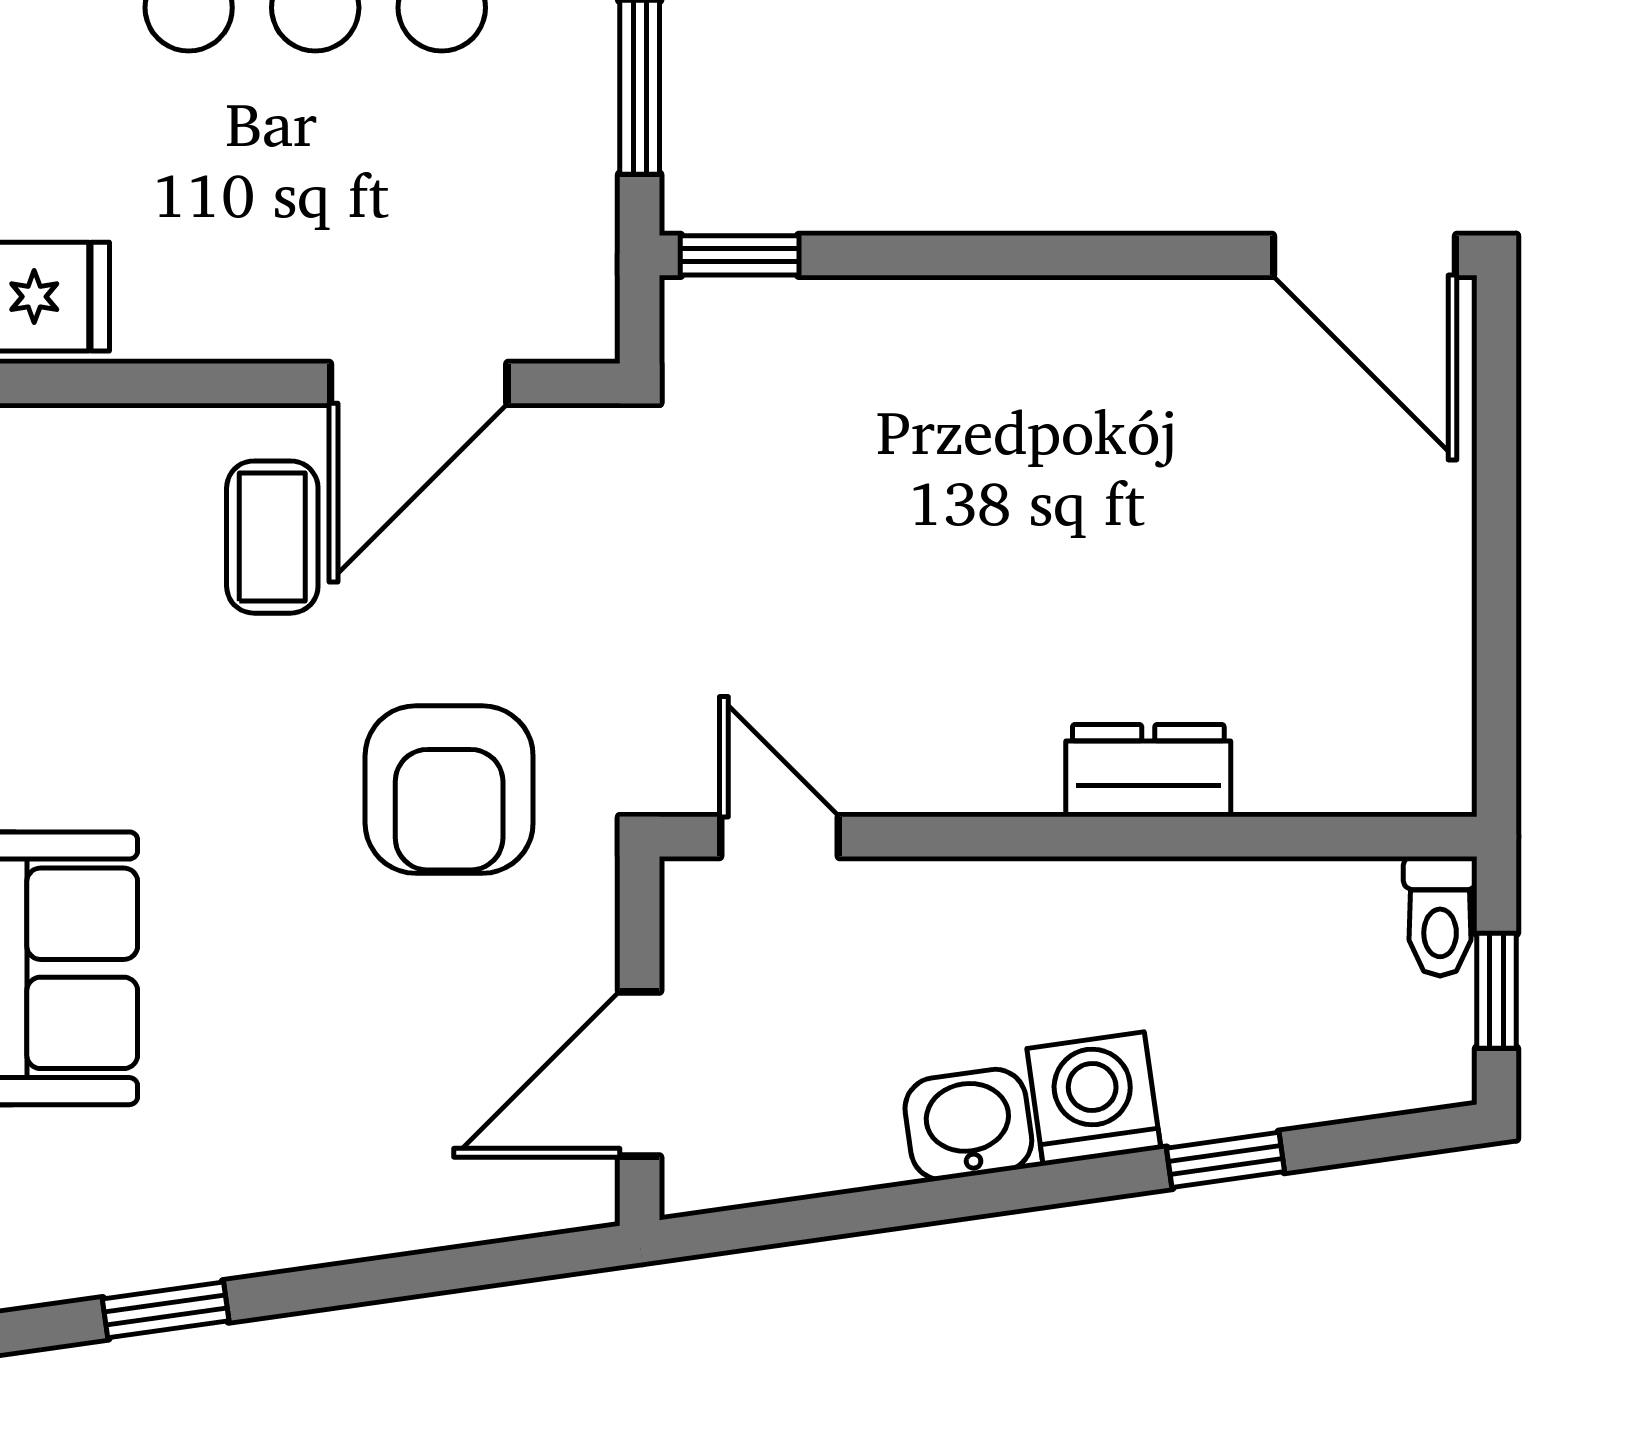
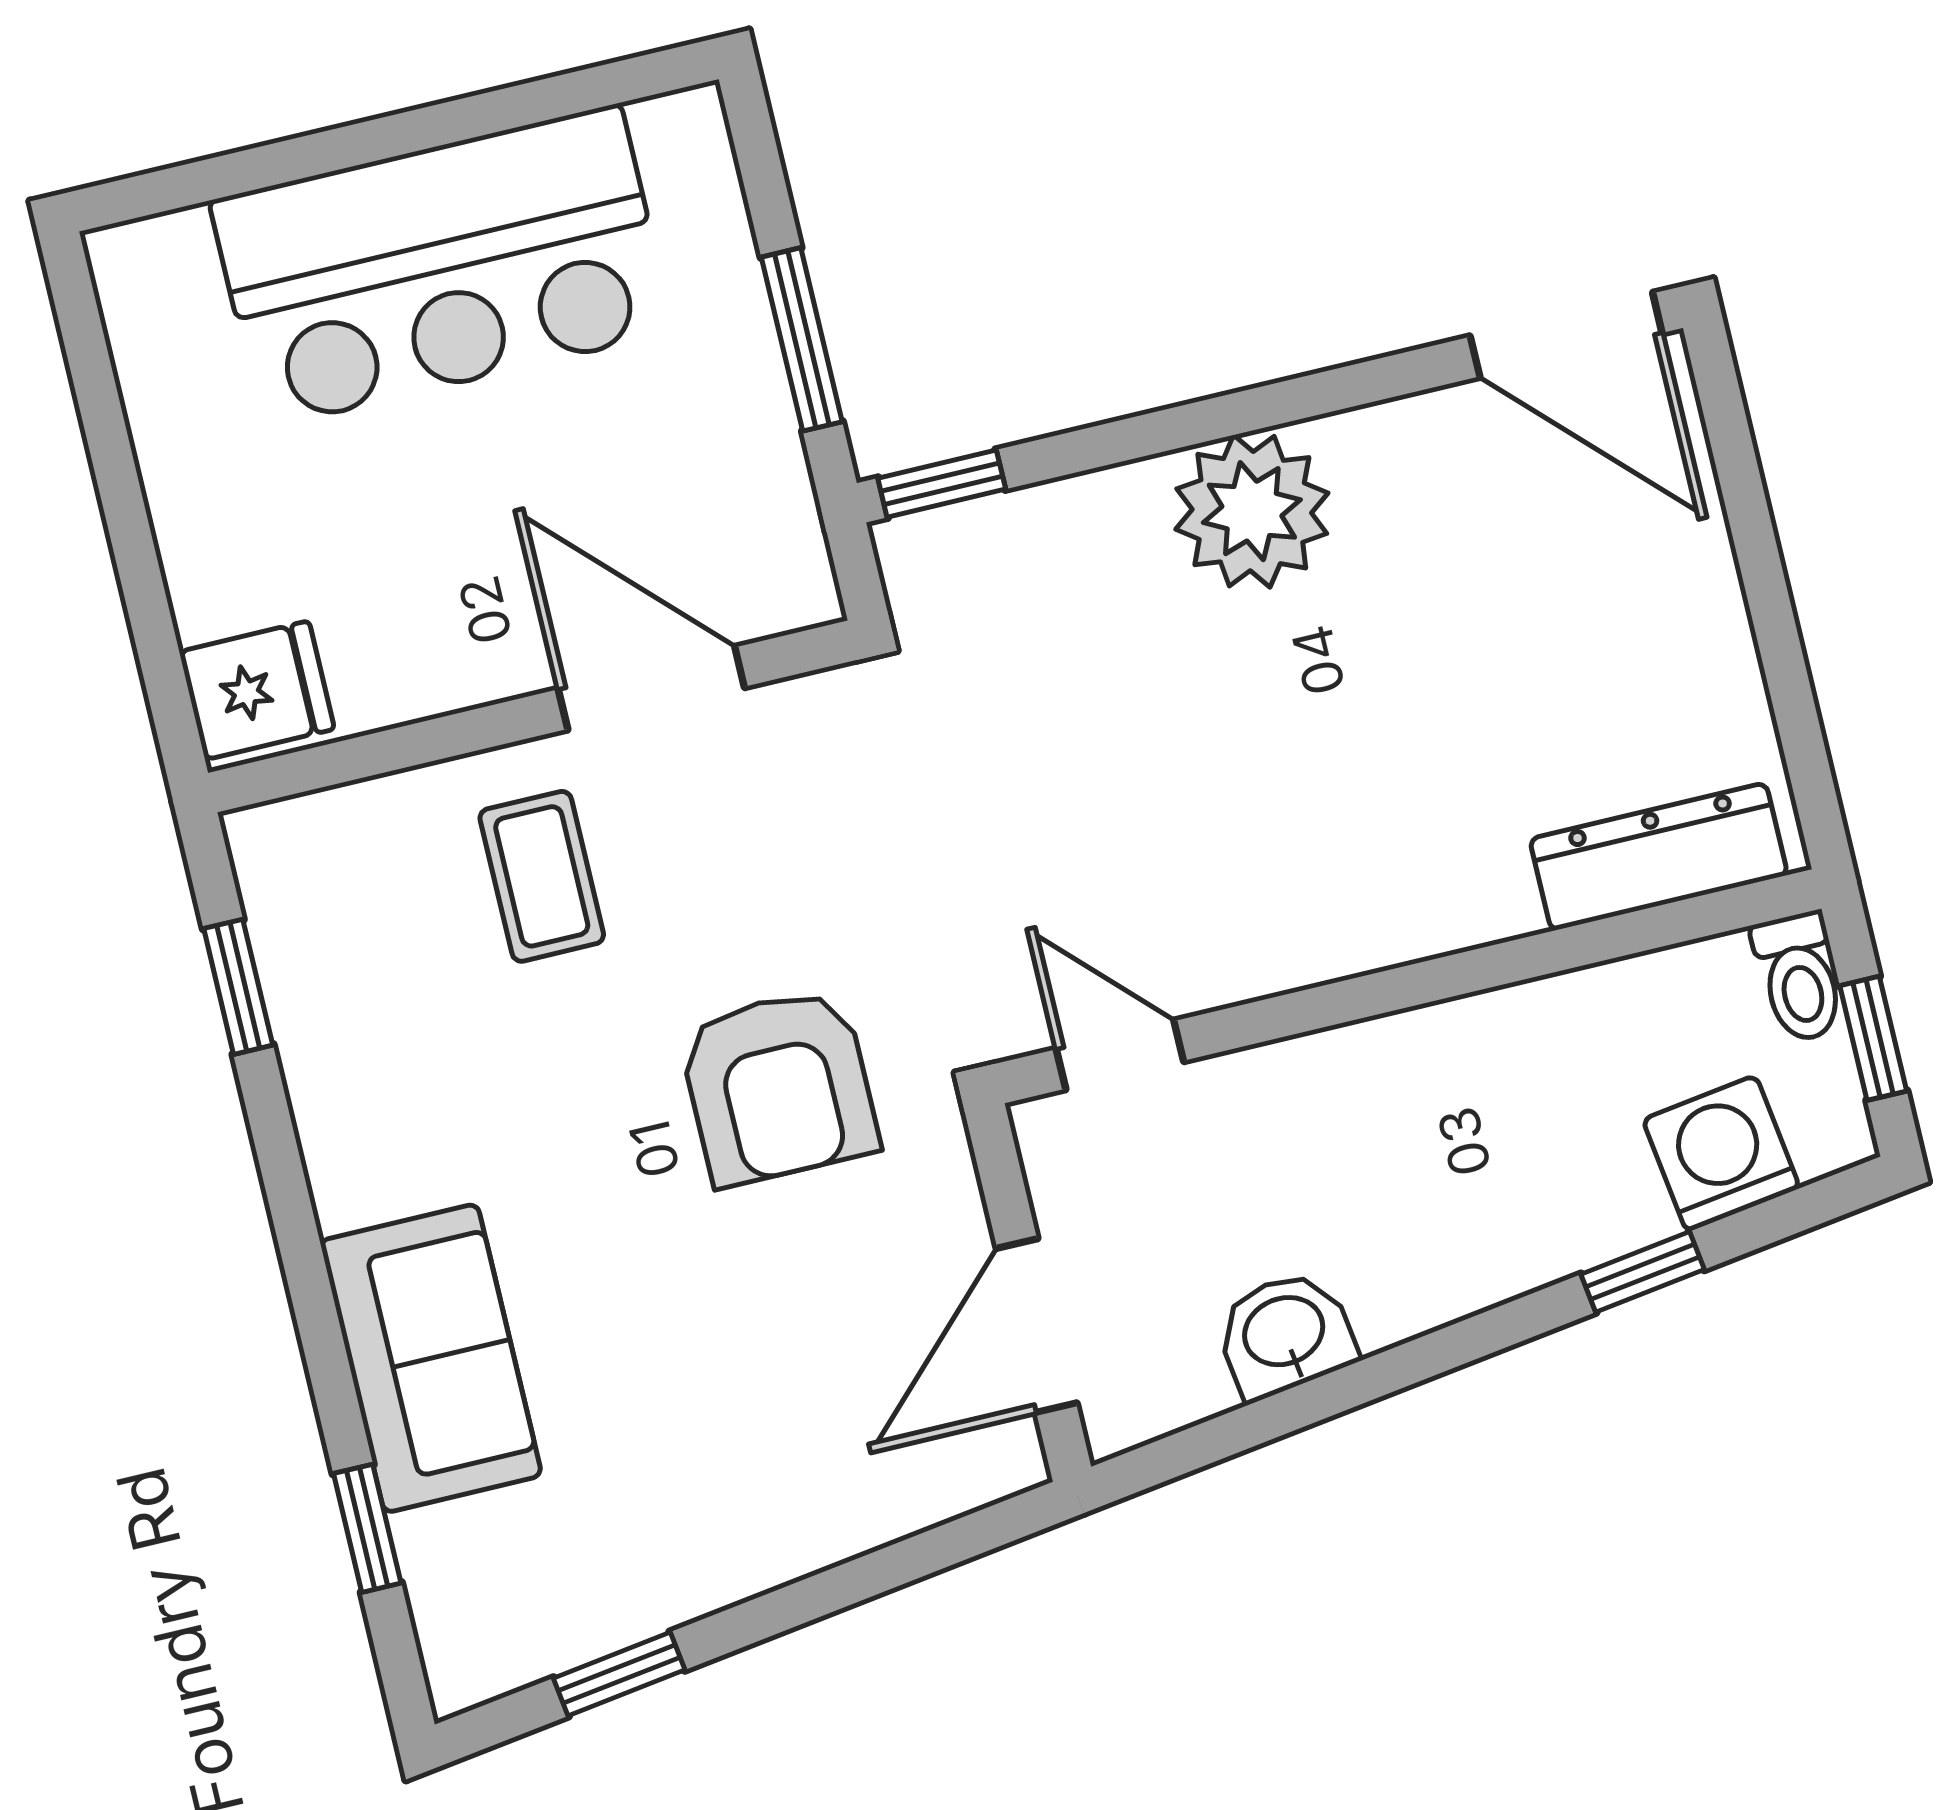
plant: (1027, 351) -> (1252, 511), added
door: (419, 383) -> (651, 688), swing flipped
dresser: (1148, 771) -> (1659, 857), moved, width x1.44
washing machine: (1094, 1099) -> (1721, 1154), moved
washbasin: (968, 1125) -> (1285, 1334), moved

